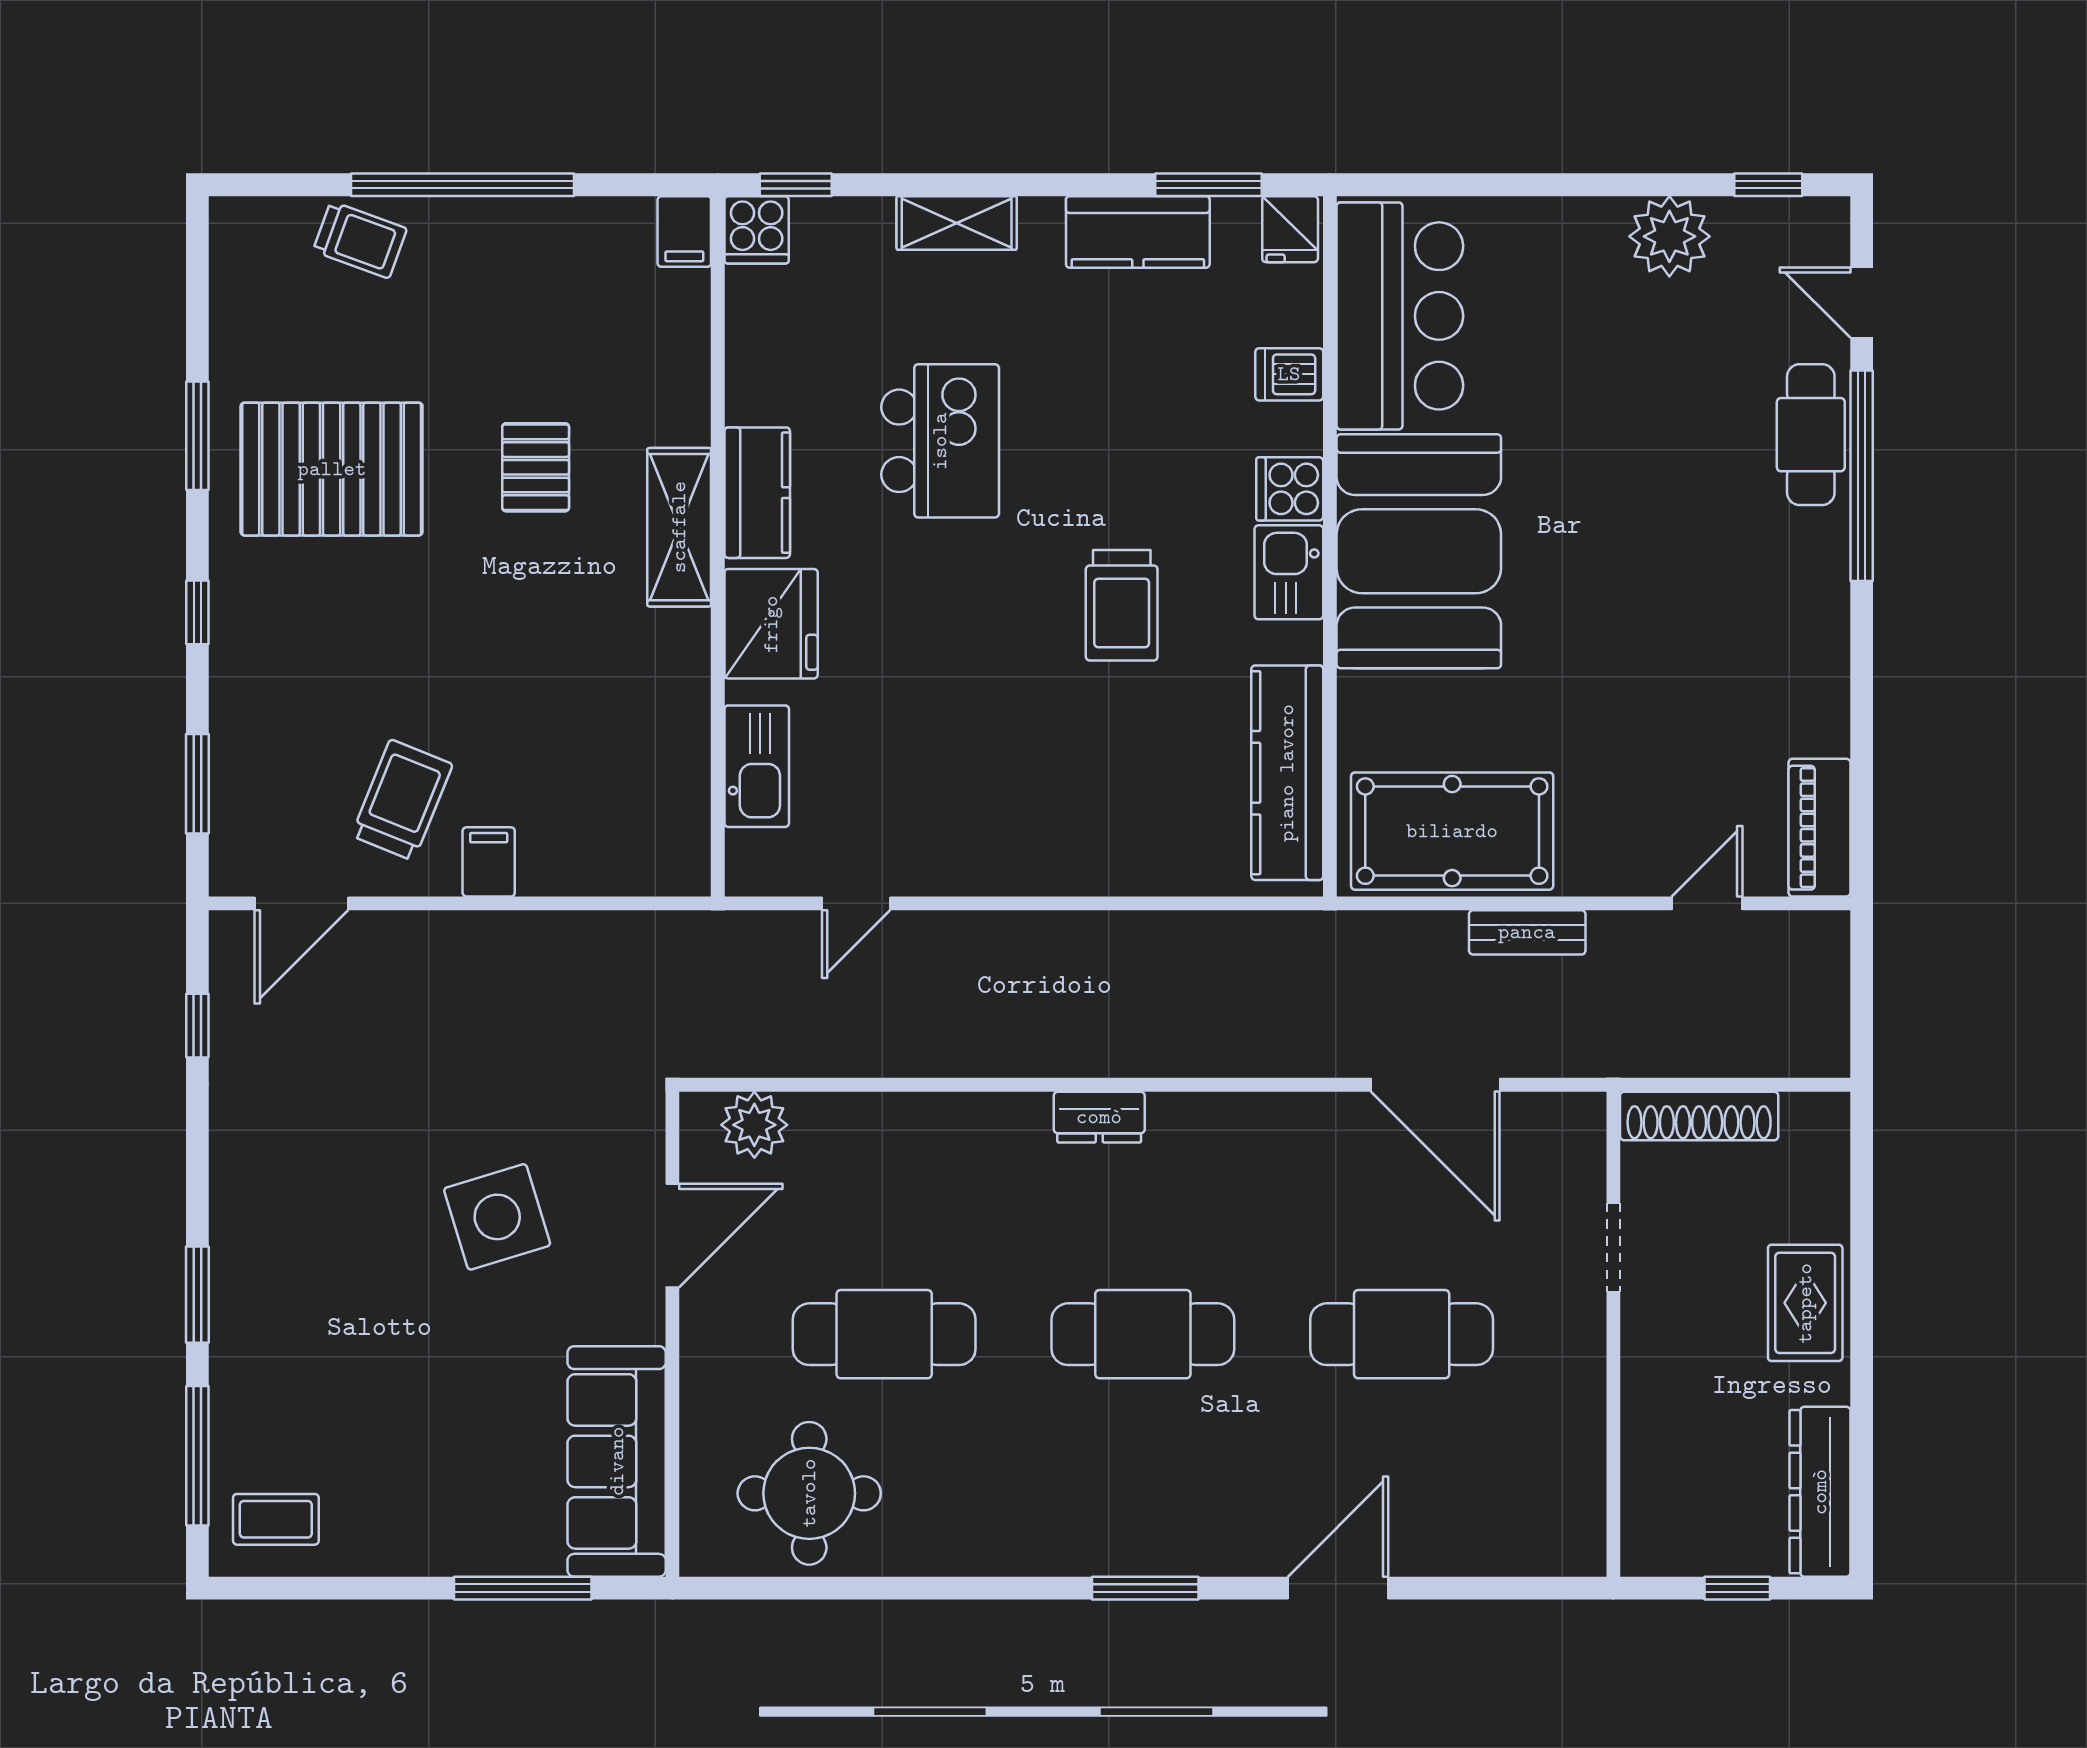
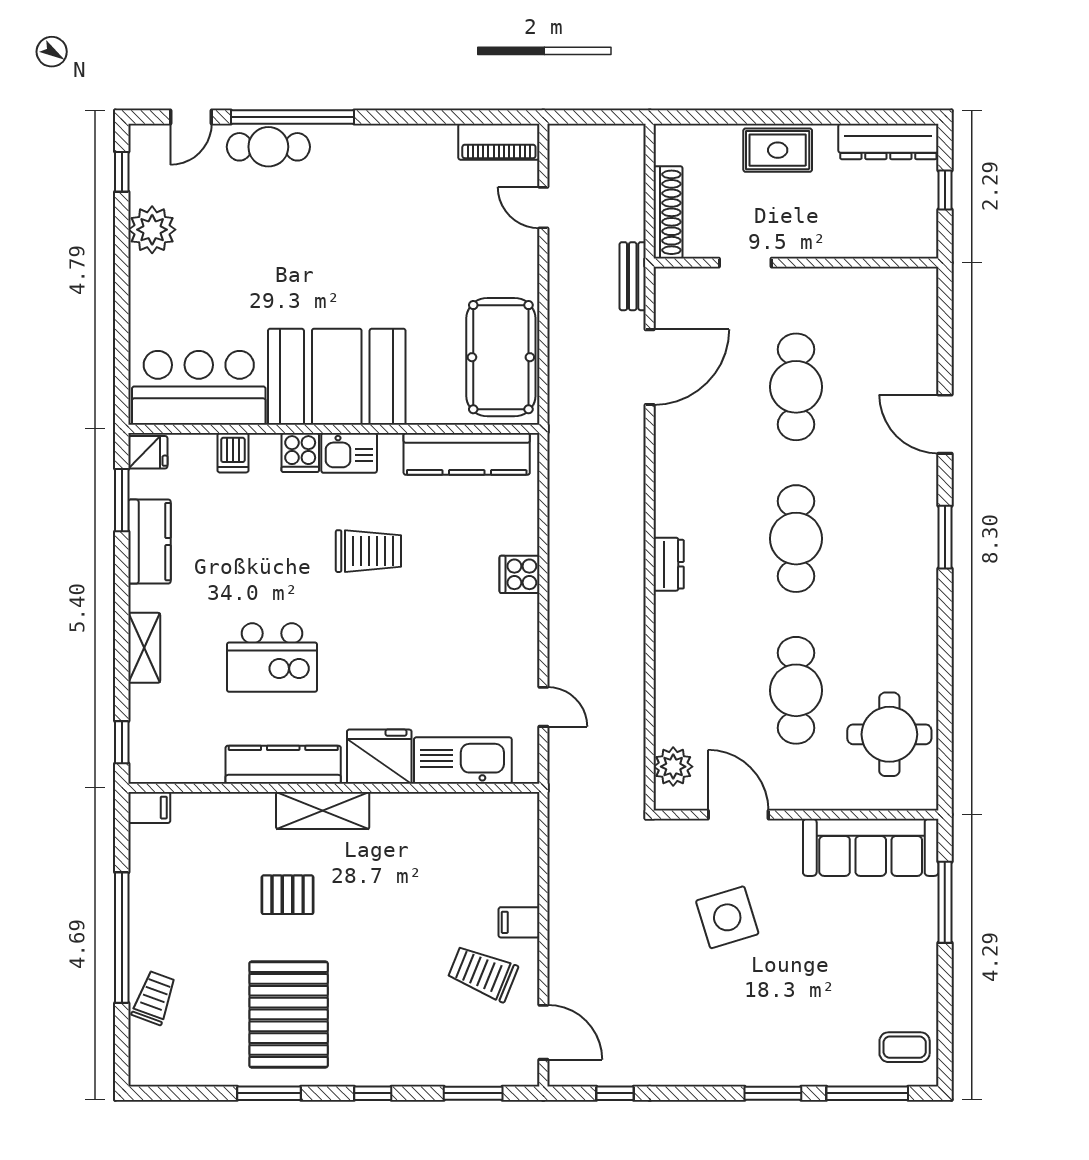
cooker: (757, 230) -> (520, 574), moved, turned 180
kitchen island: (940, 441) -> (272, 657), turned 180
kitchen counter: (757, 493) -> (283, 765), width x1.50
kitchen sink: (757, 766) -> (463, 761), width x1.36, depth x1.24
bench: (1527, 932) -> (633, 276), moved
coffee table: (276, 1519) -> (905, 1047), turned 90

